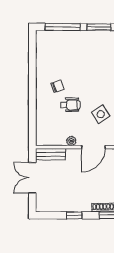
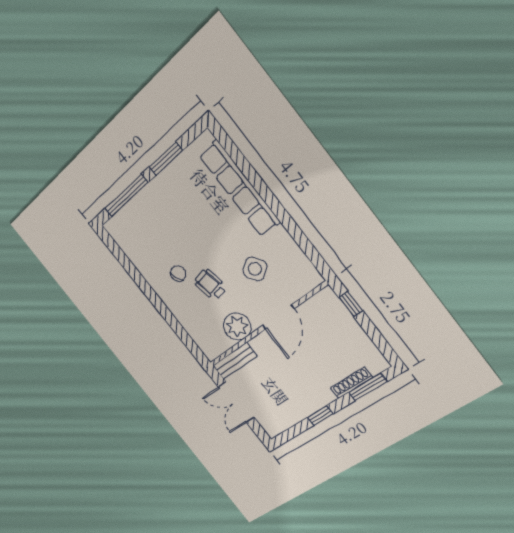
wheelchair: (70, 105) -> (210, 285), turned -101
plant: (71, 141) -> (237, 326), width x1.88, depth x1.88

